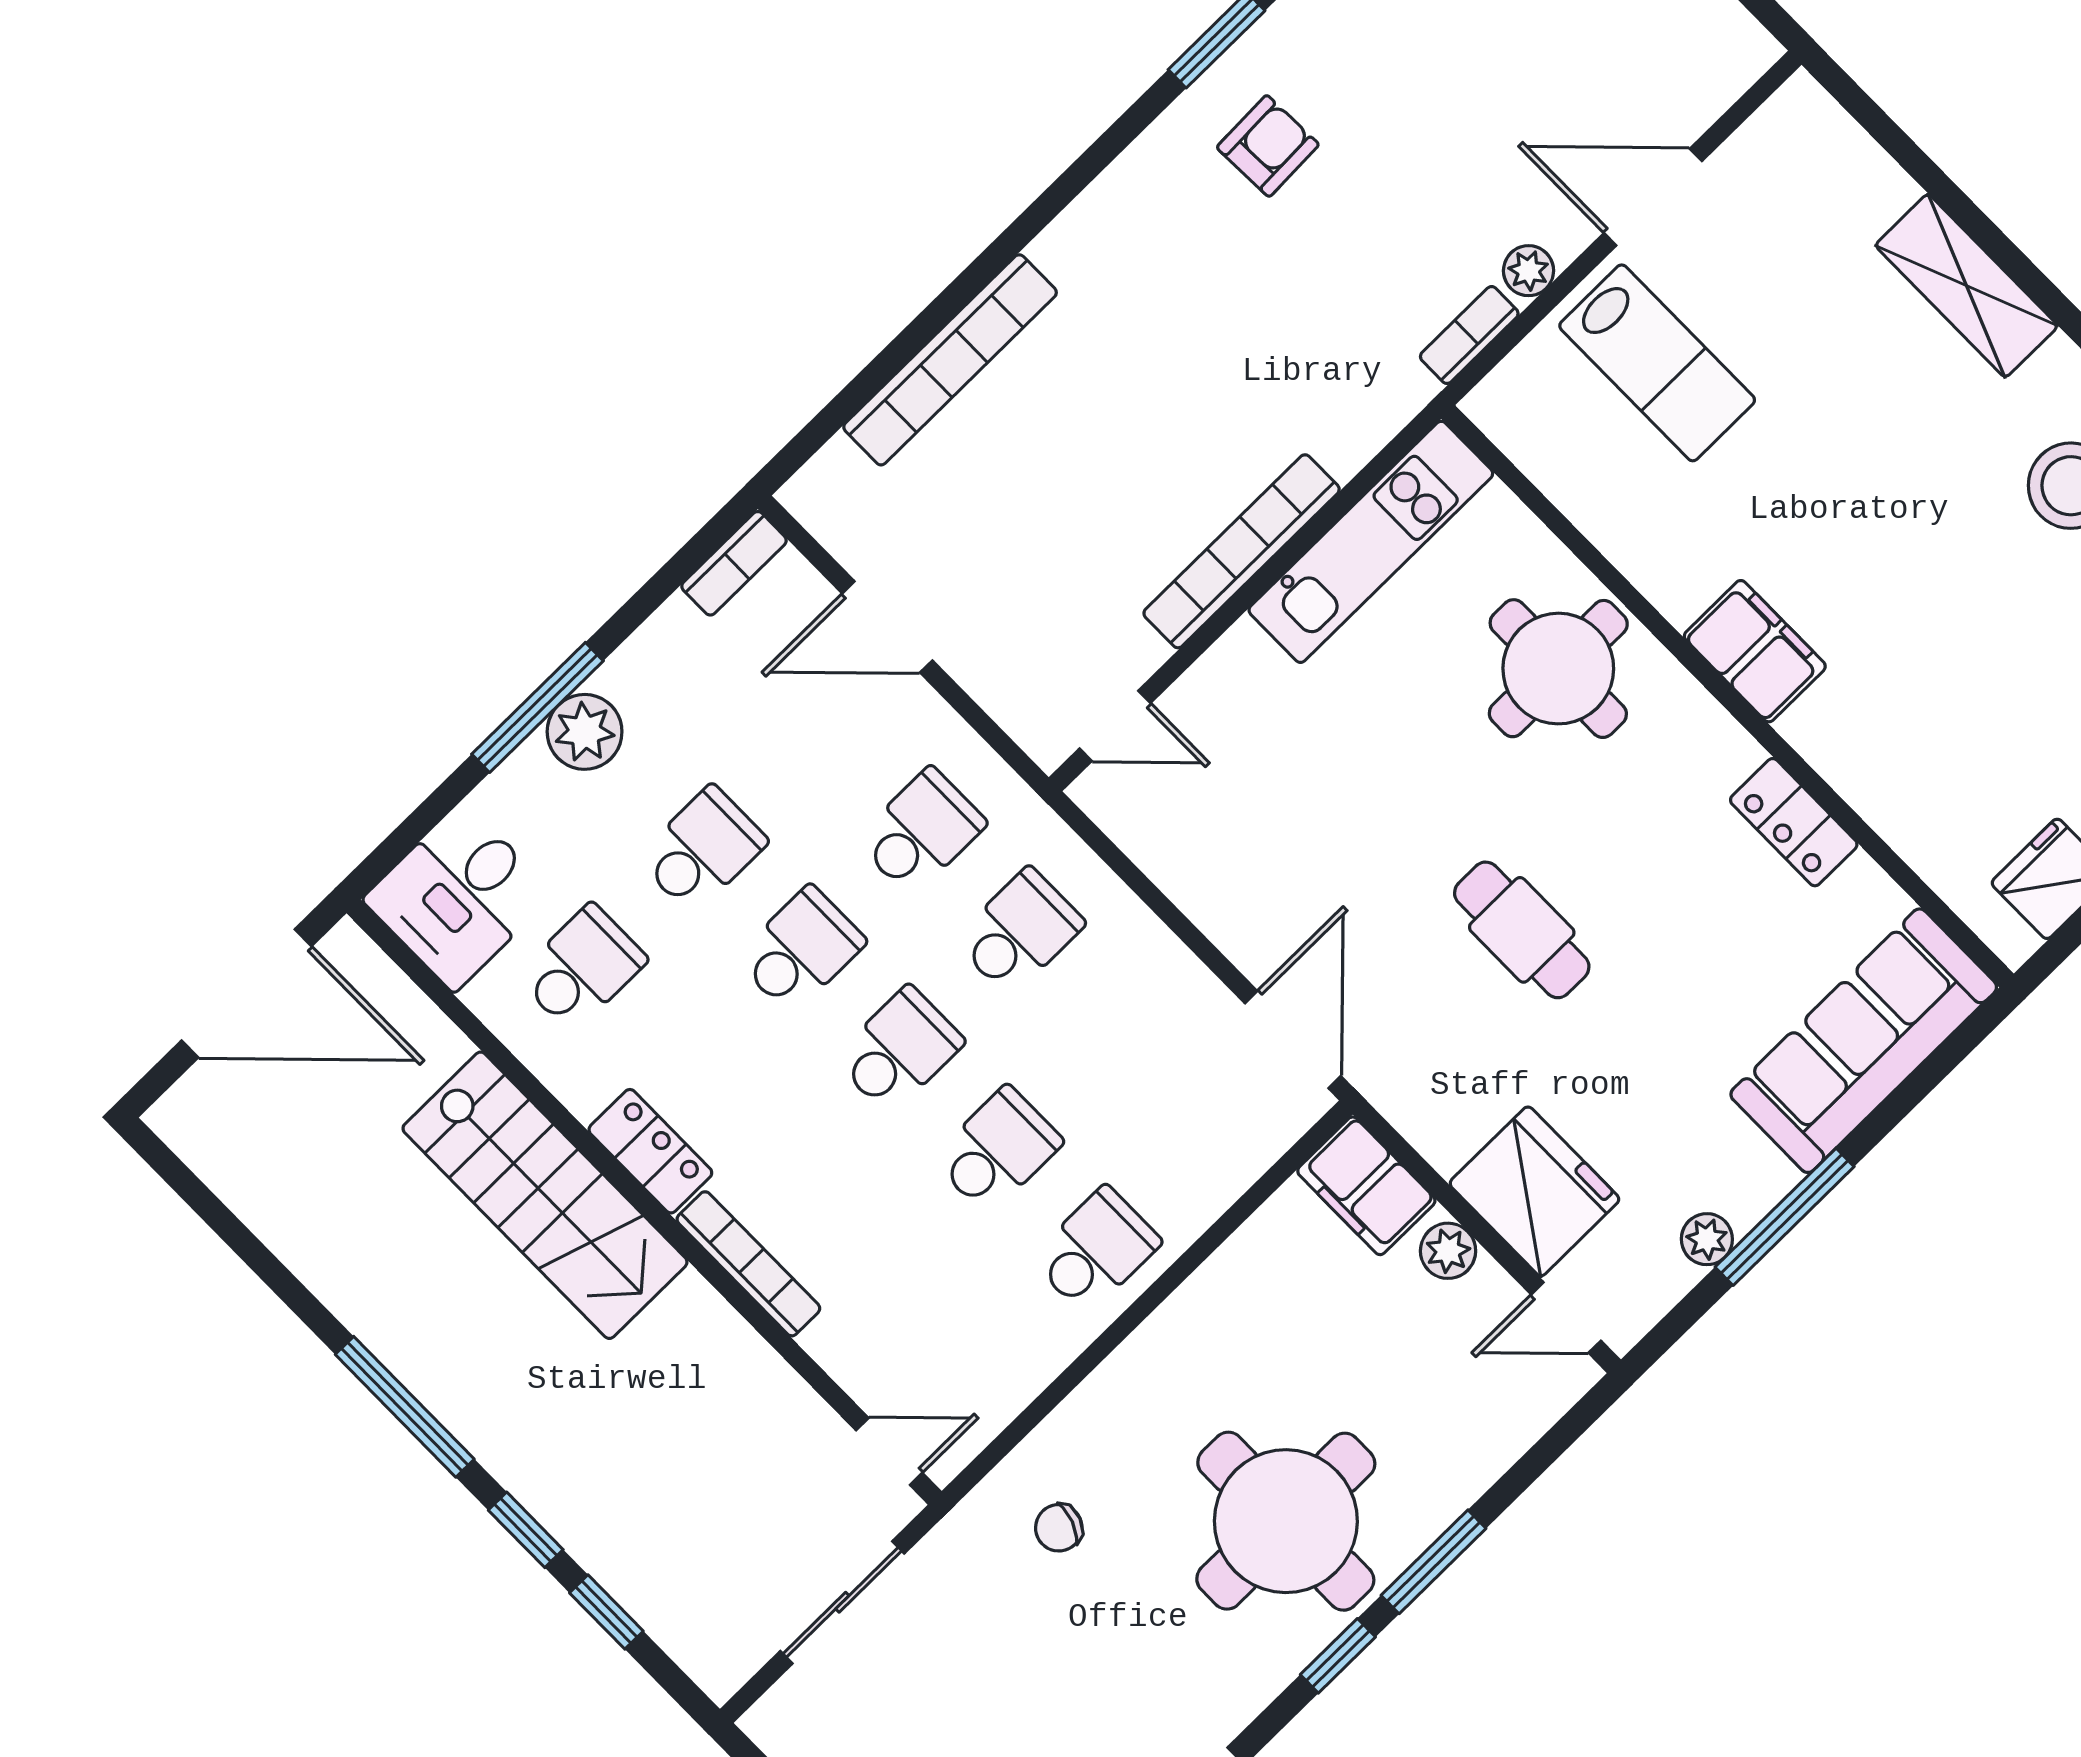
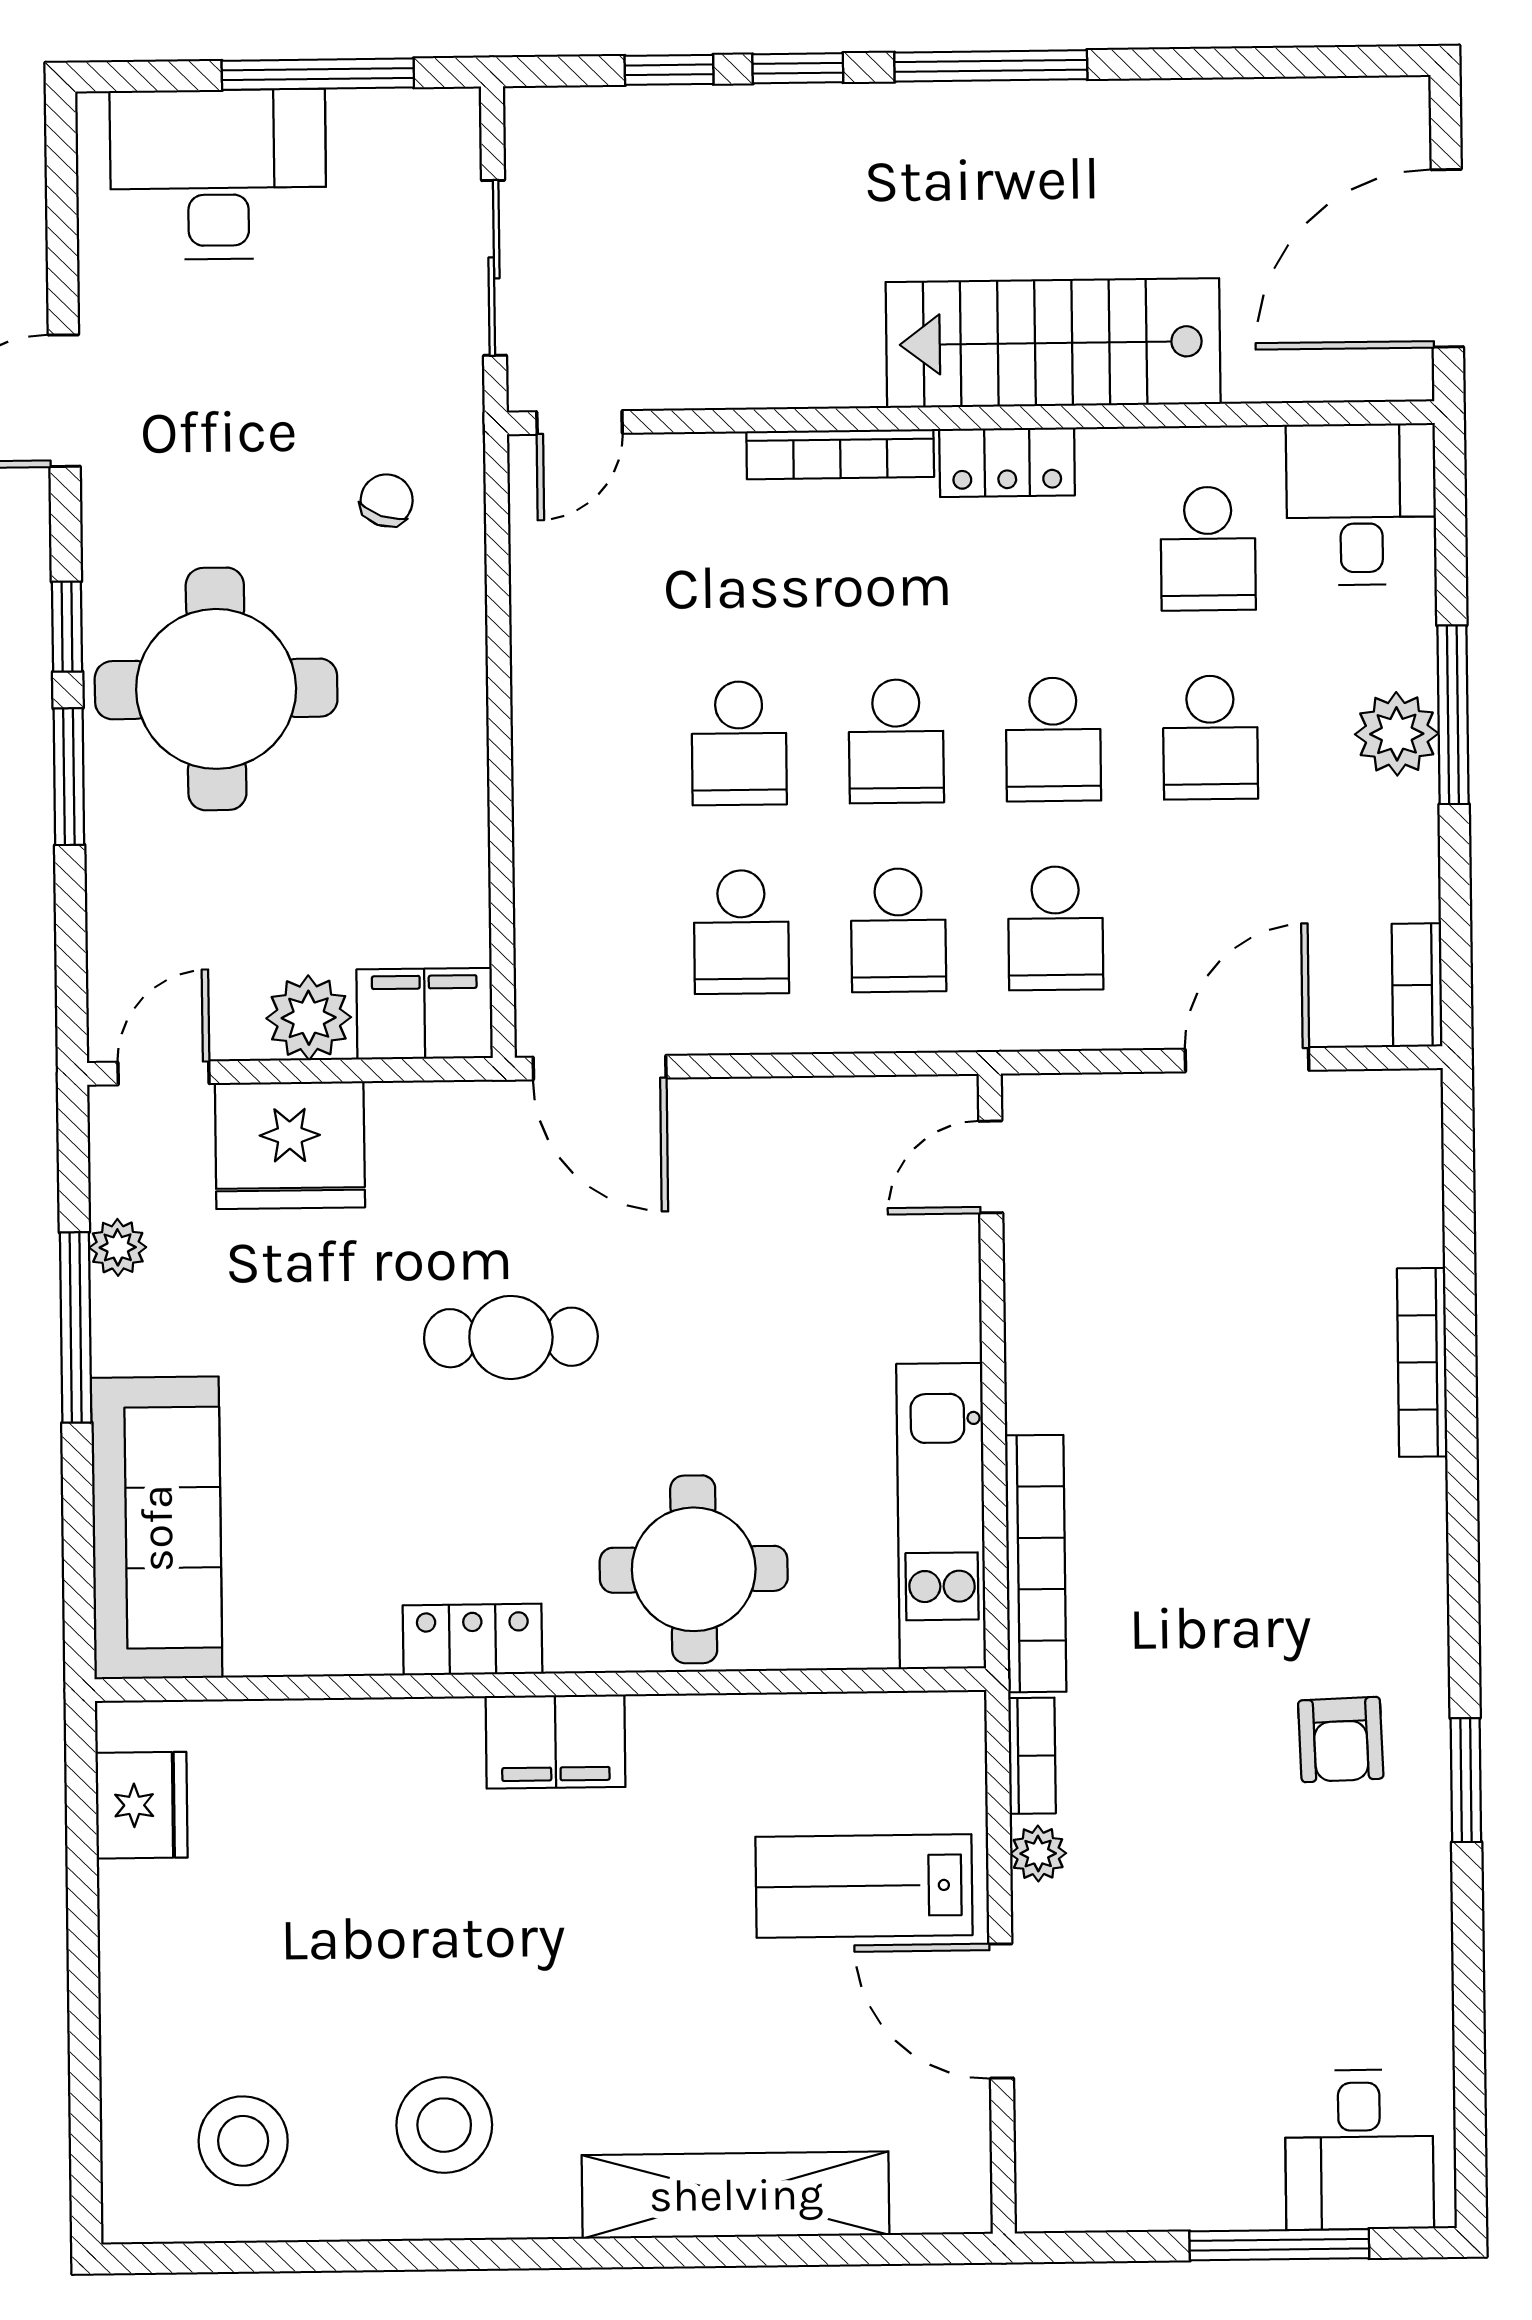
door: (1653, 197) -> (1001, 2011), swing flipped
shelving: (1967, 286) -> (736, 2195), width x1.47
bookcase: (950, 360) -> (1422, 1362), width x0.68, depth x0.76
bookcase: (1242, 551) -> (1036, 1564), moved
locker: (1794, 822) -> (472, 1639), moved
school desk: (1096, 1250) -> (741, 932), moved
plant: (1448, 1251) -> (309, 1018), width x1.38, depth x1.38

